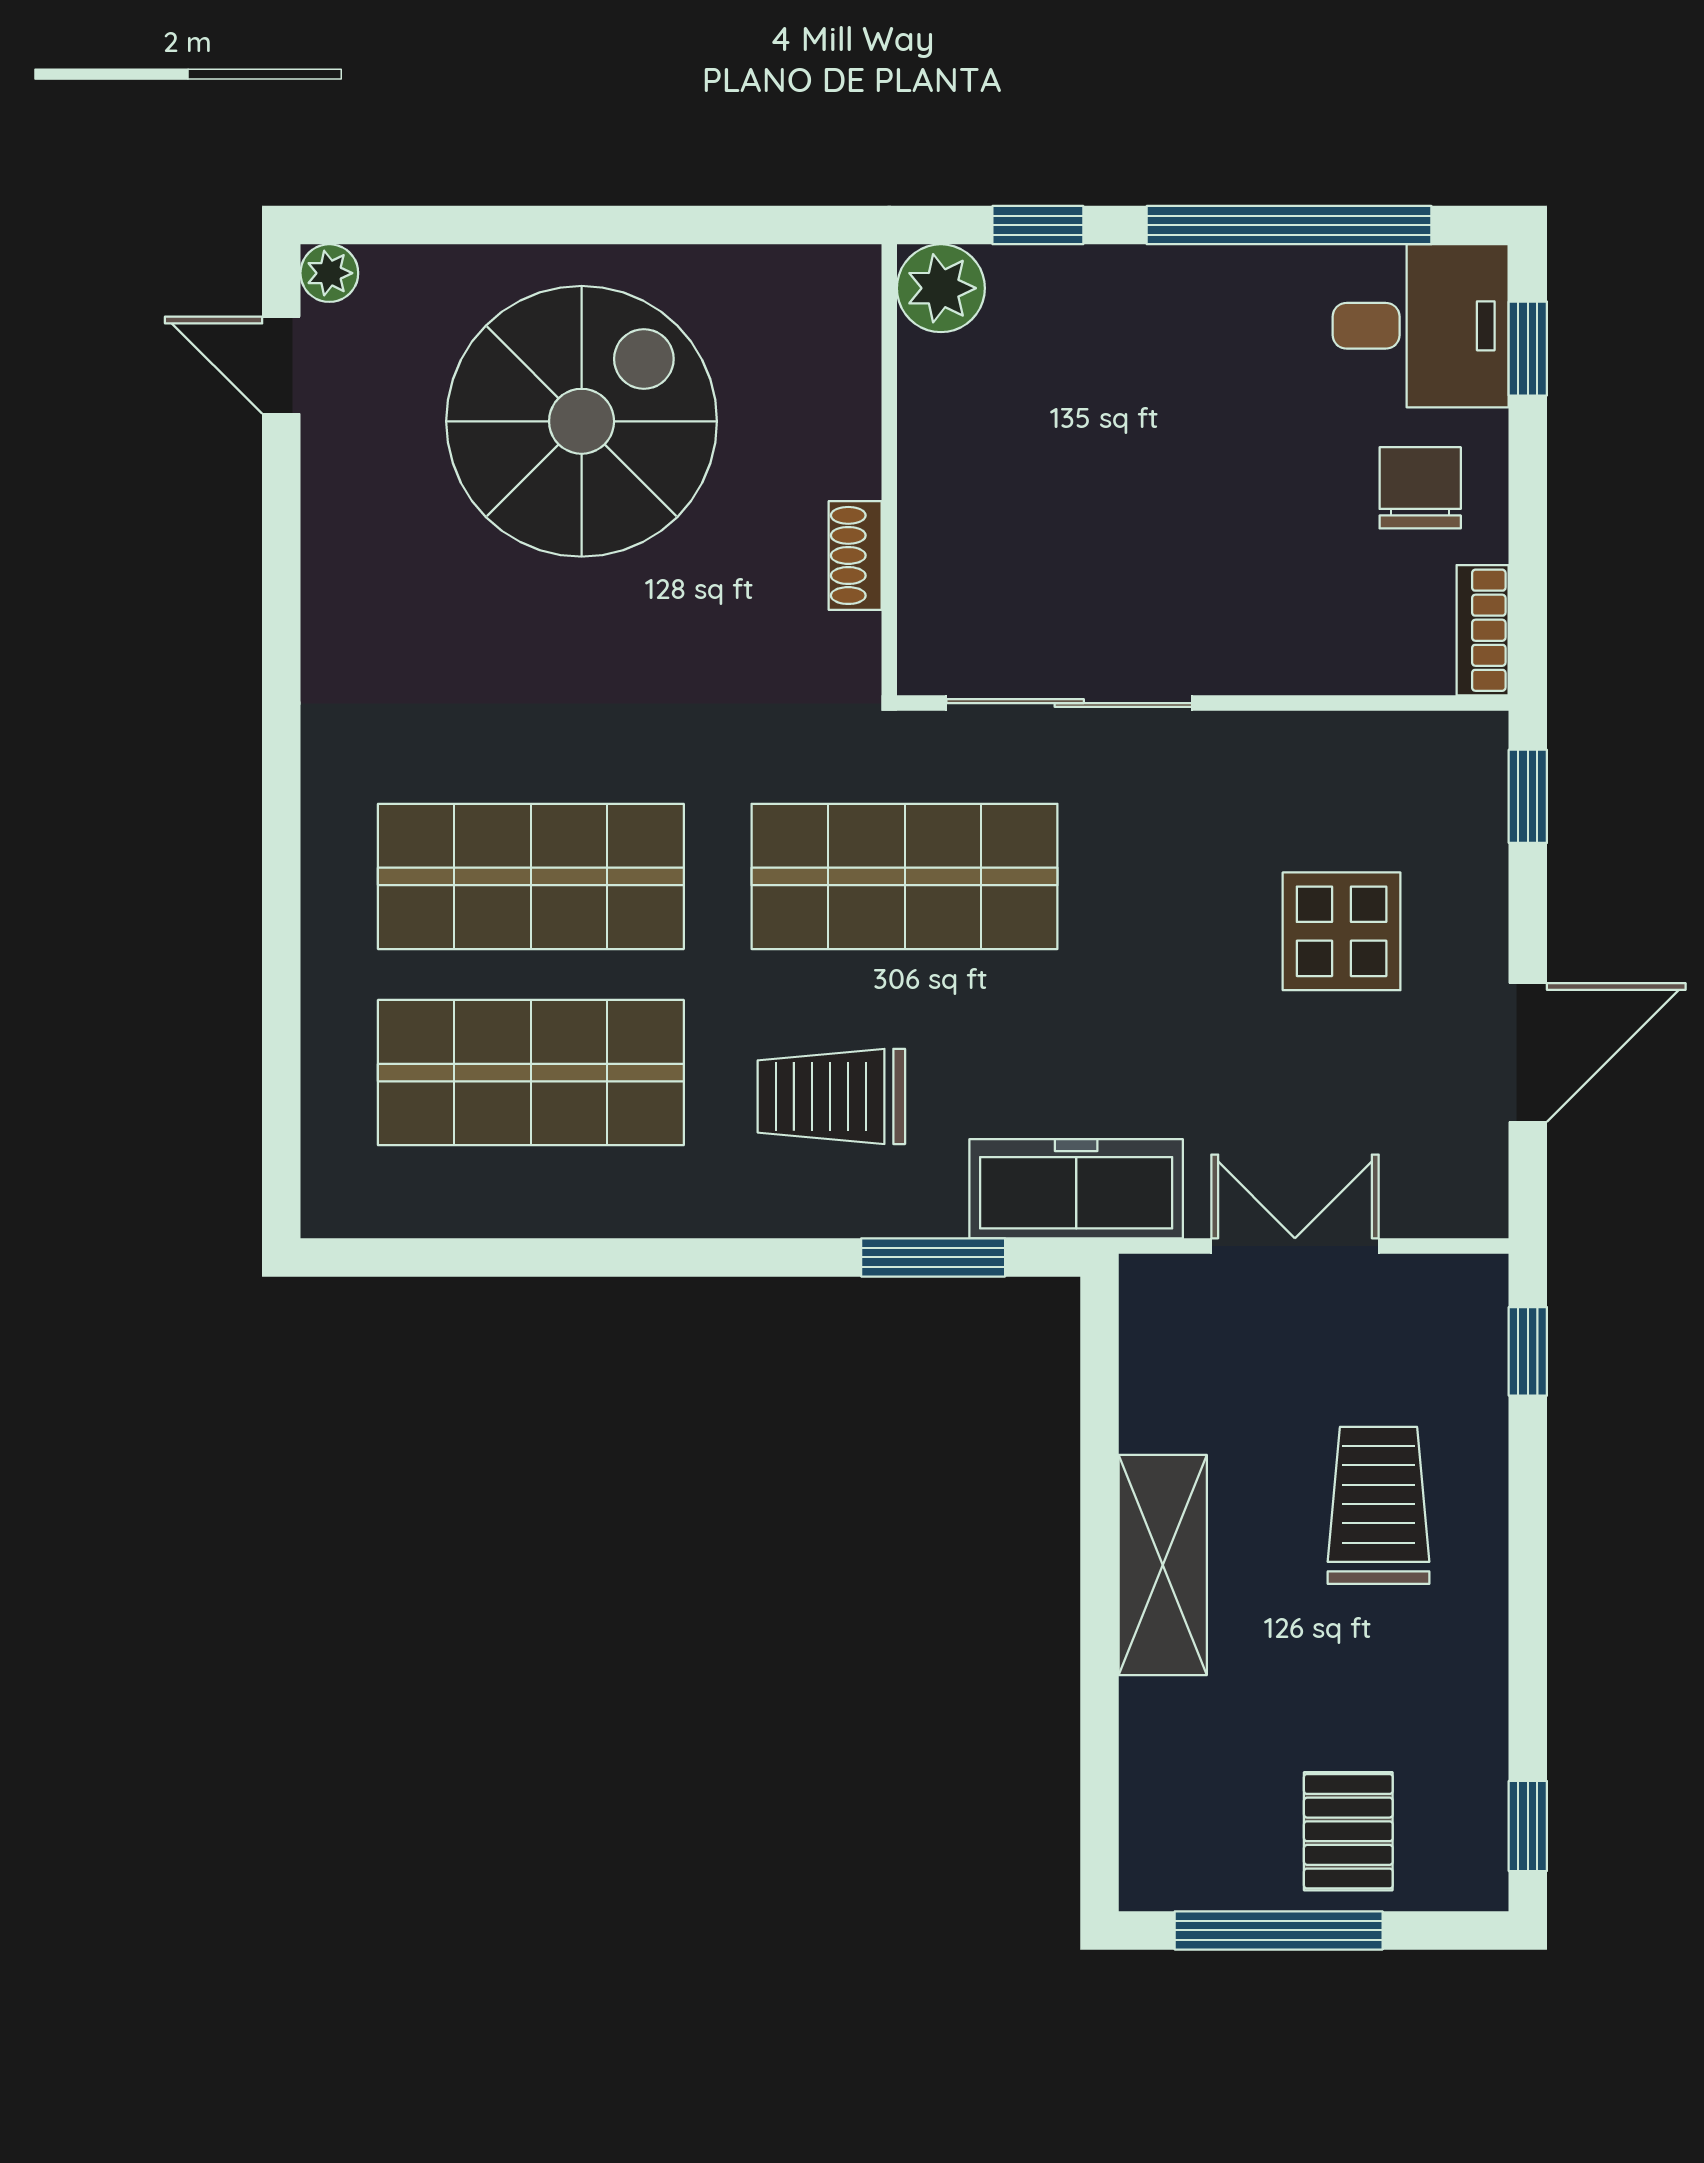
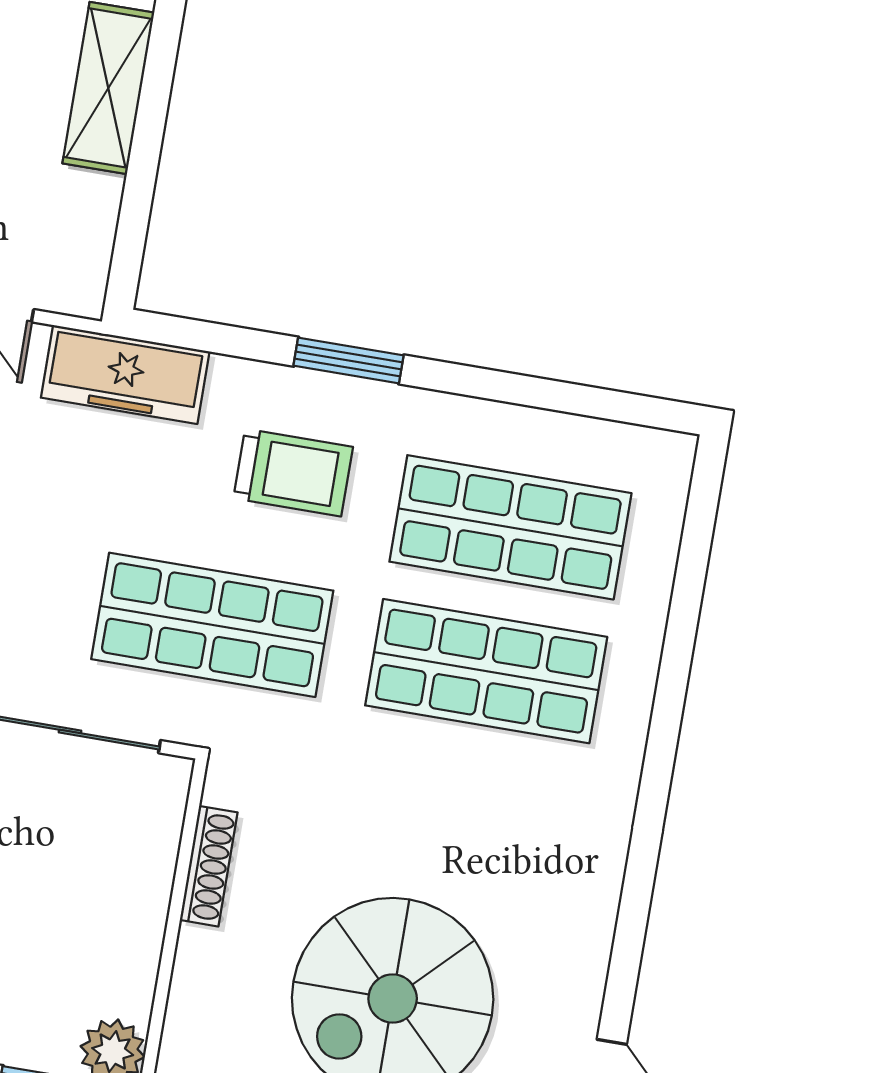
shoe rack: (855, 555) -> (209, 866), width x1.43
window: (933, 1257) -> (349, 361), moved

